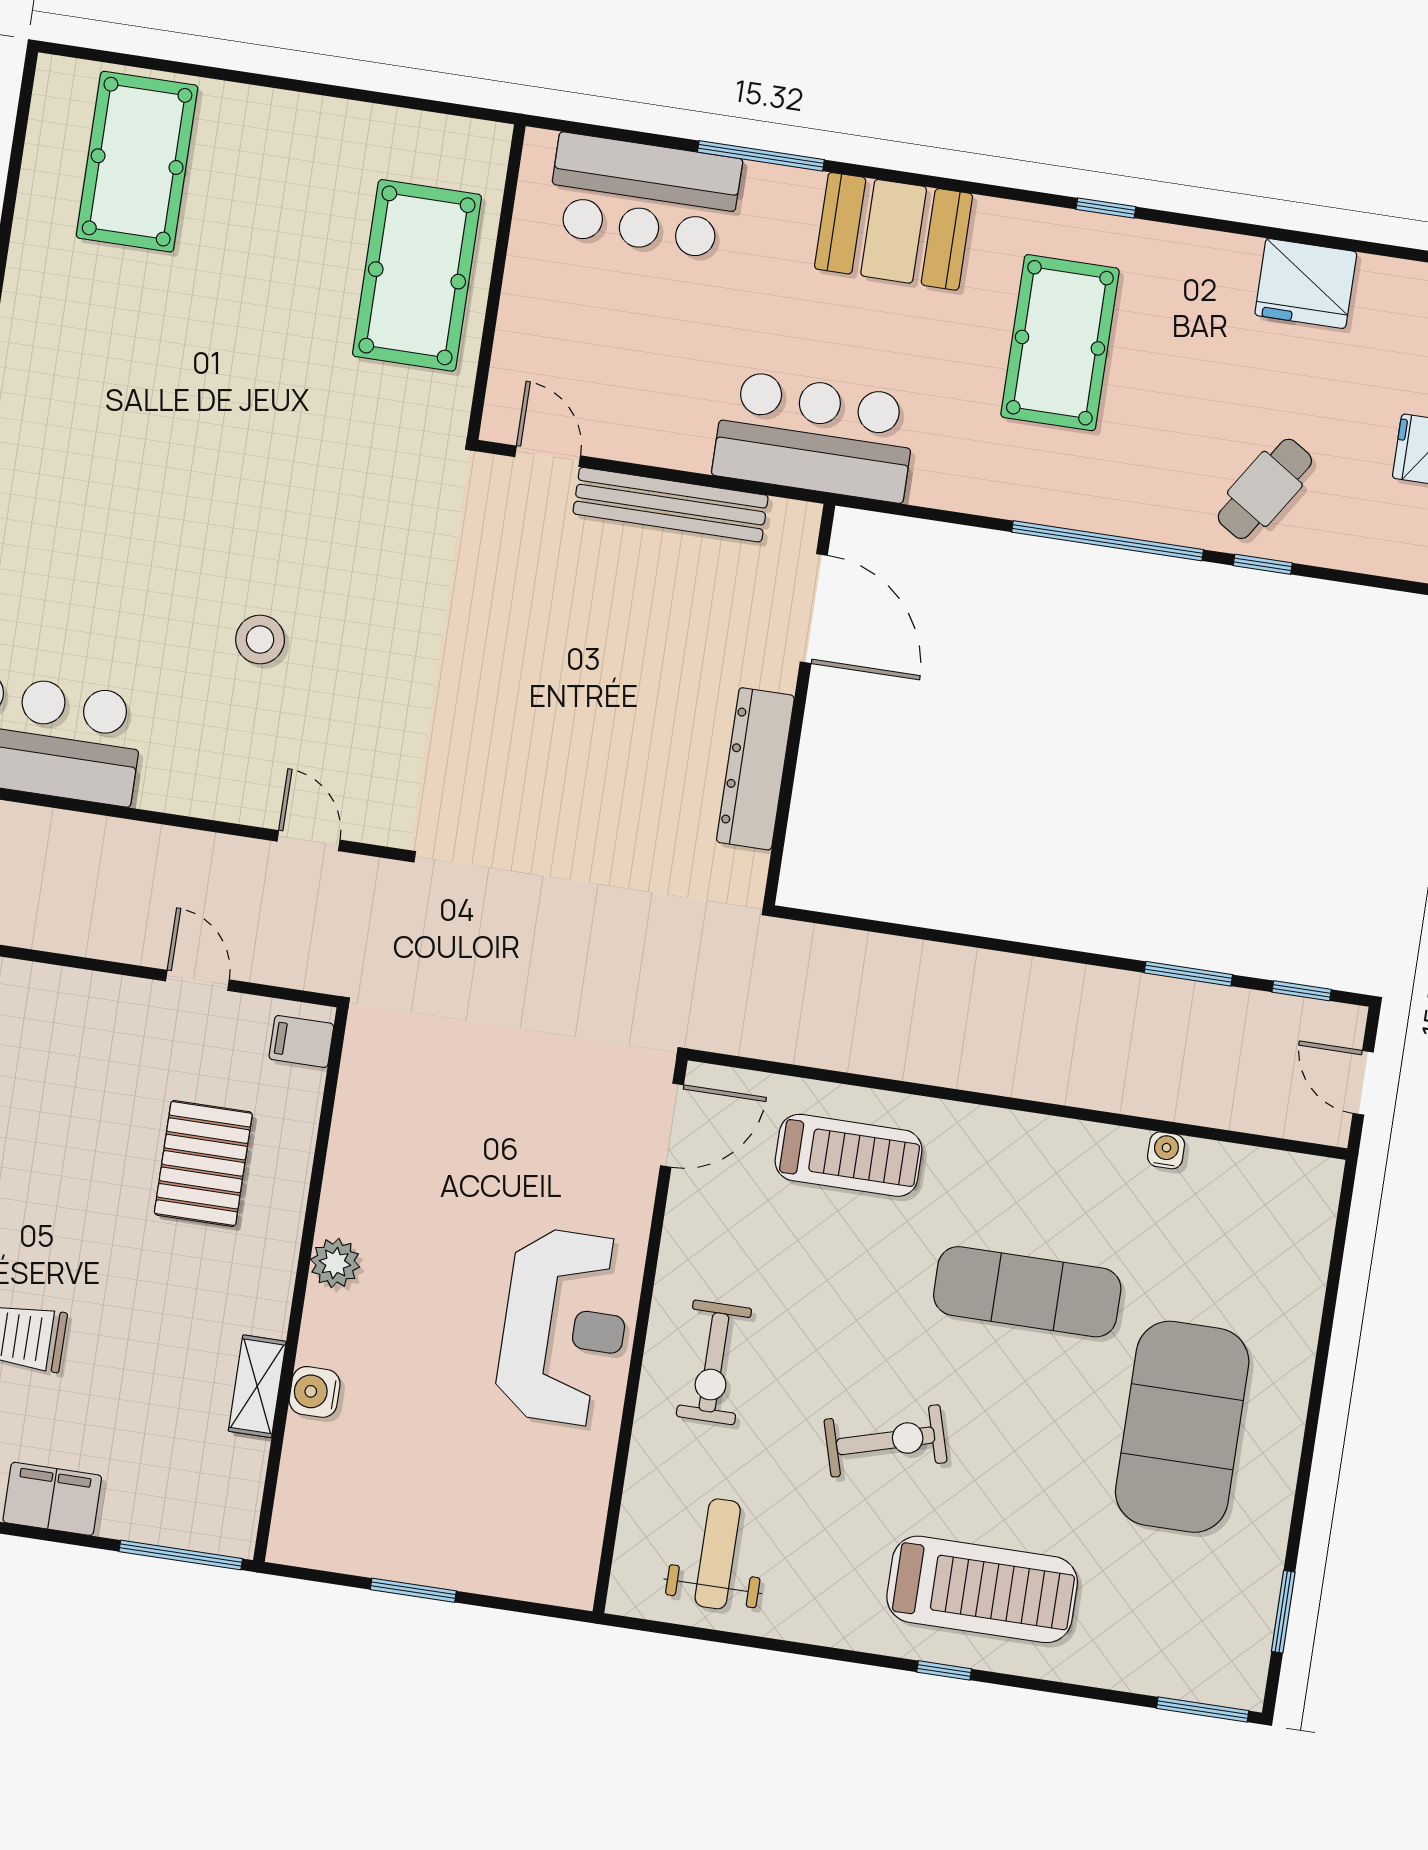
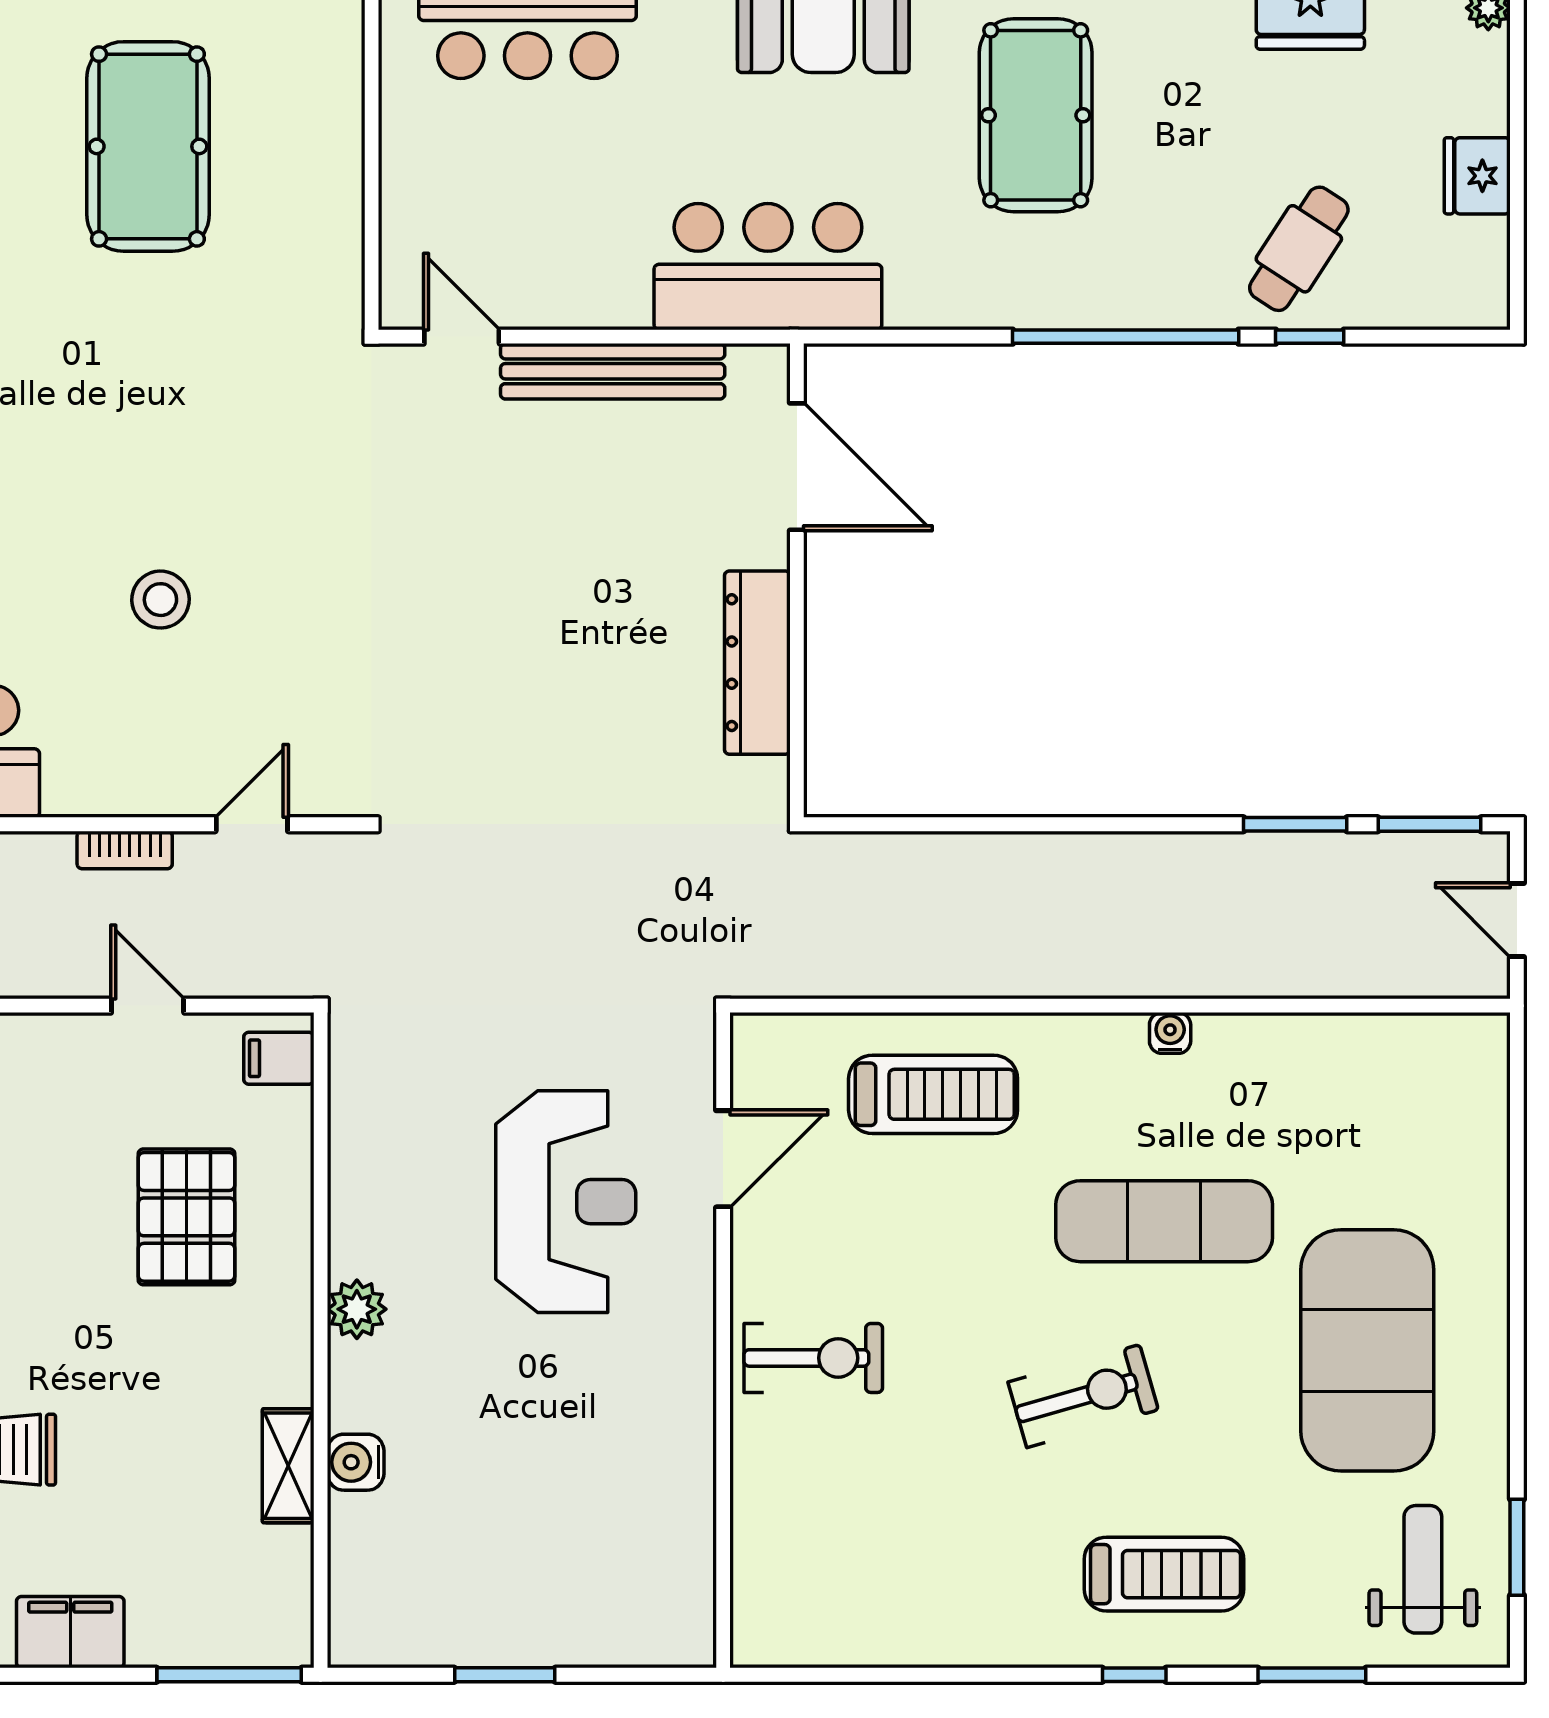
pool table: (417, 275) -> (148, 146), moved
door: (308, 841) -> (252, 824), hinge flipped
bookcase: (198, 846) -> (125, 850), added
window: (1302, 991) -> (1429, 824), width x1.50
door: (672, 1125) -> (723, 1159), moved
water cooler: (1166, 1150) -> (1170, 1033), moved
reception desk: (564, 1327) -> (566, 1202), moved
exercise bike: (714, 1362) -> (813, 1358), turned -90
exercise bike: (886, 1441) -> (1083, 1396), moved
weight bench: (718, 1554) -> (1423, 1569), moved
treadmill: (982, 1589) -> (1164, 1574), width x0.73, depth x0.73
window: (1203, 1710) -> (1312, 1675), moved

